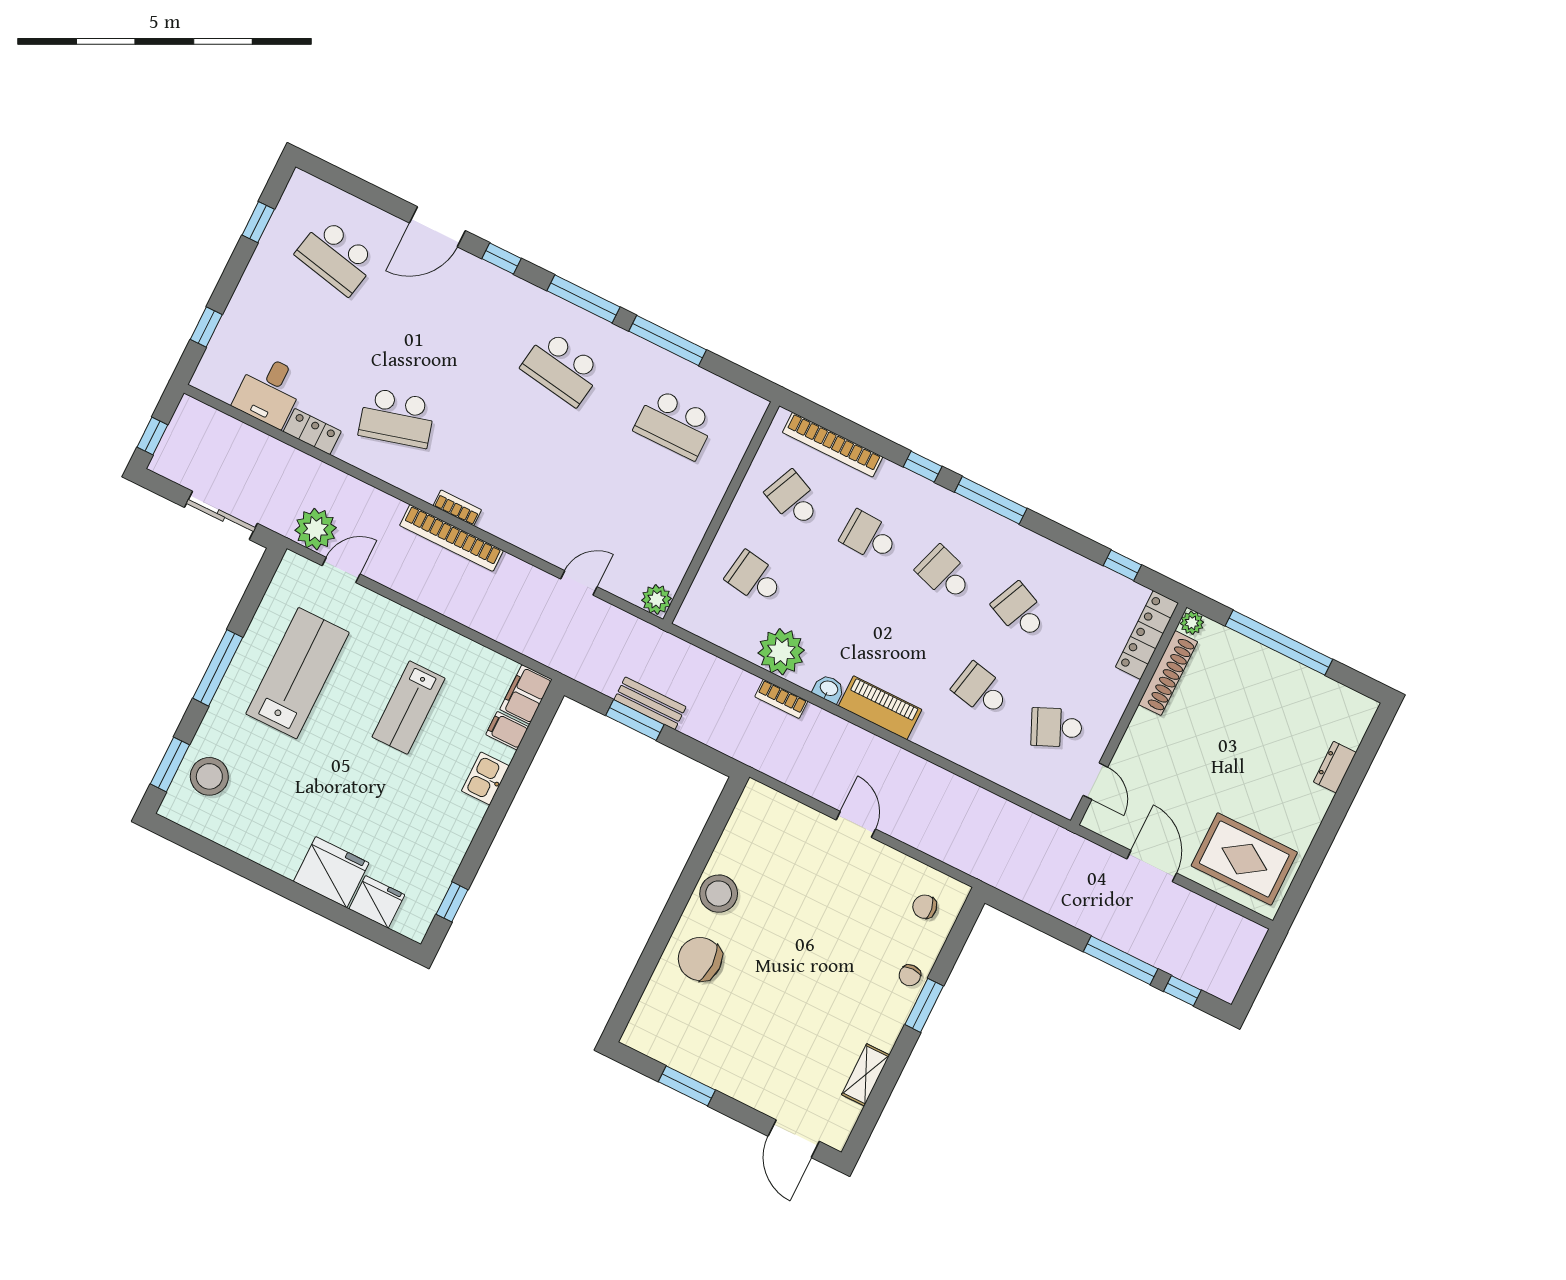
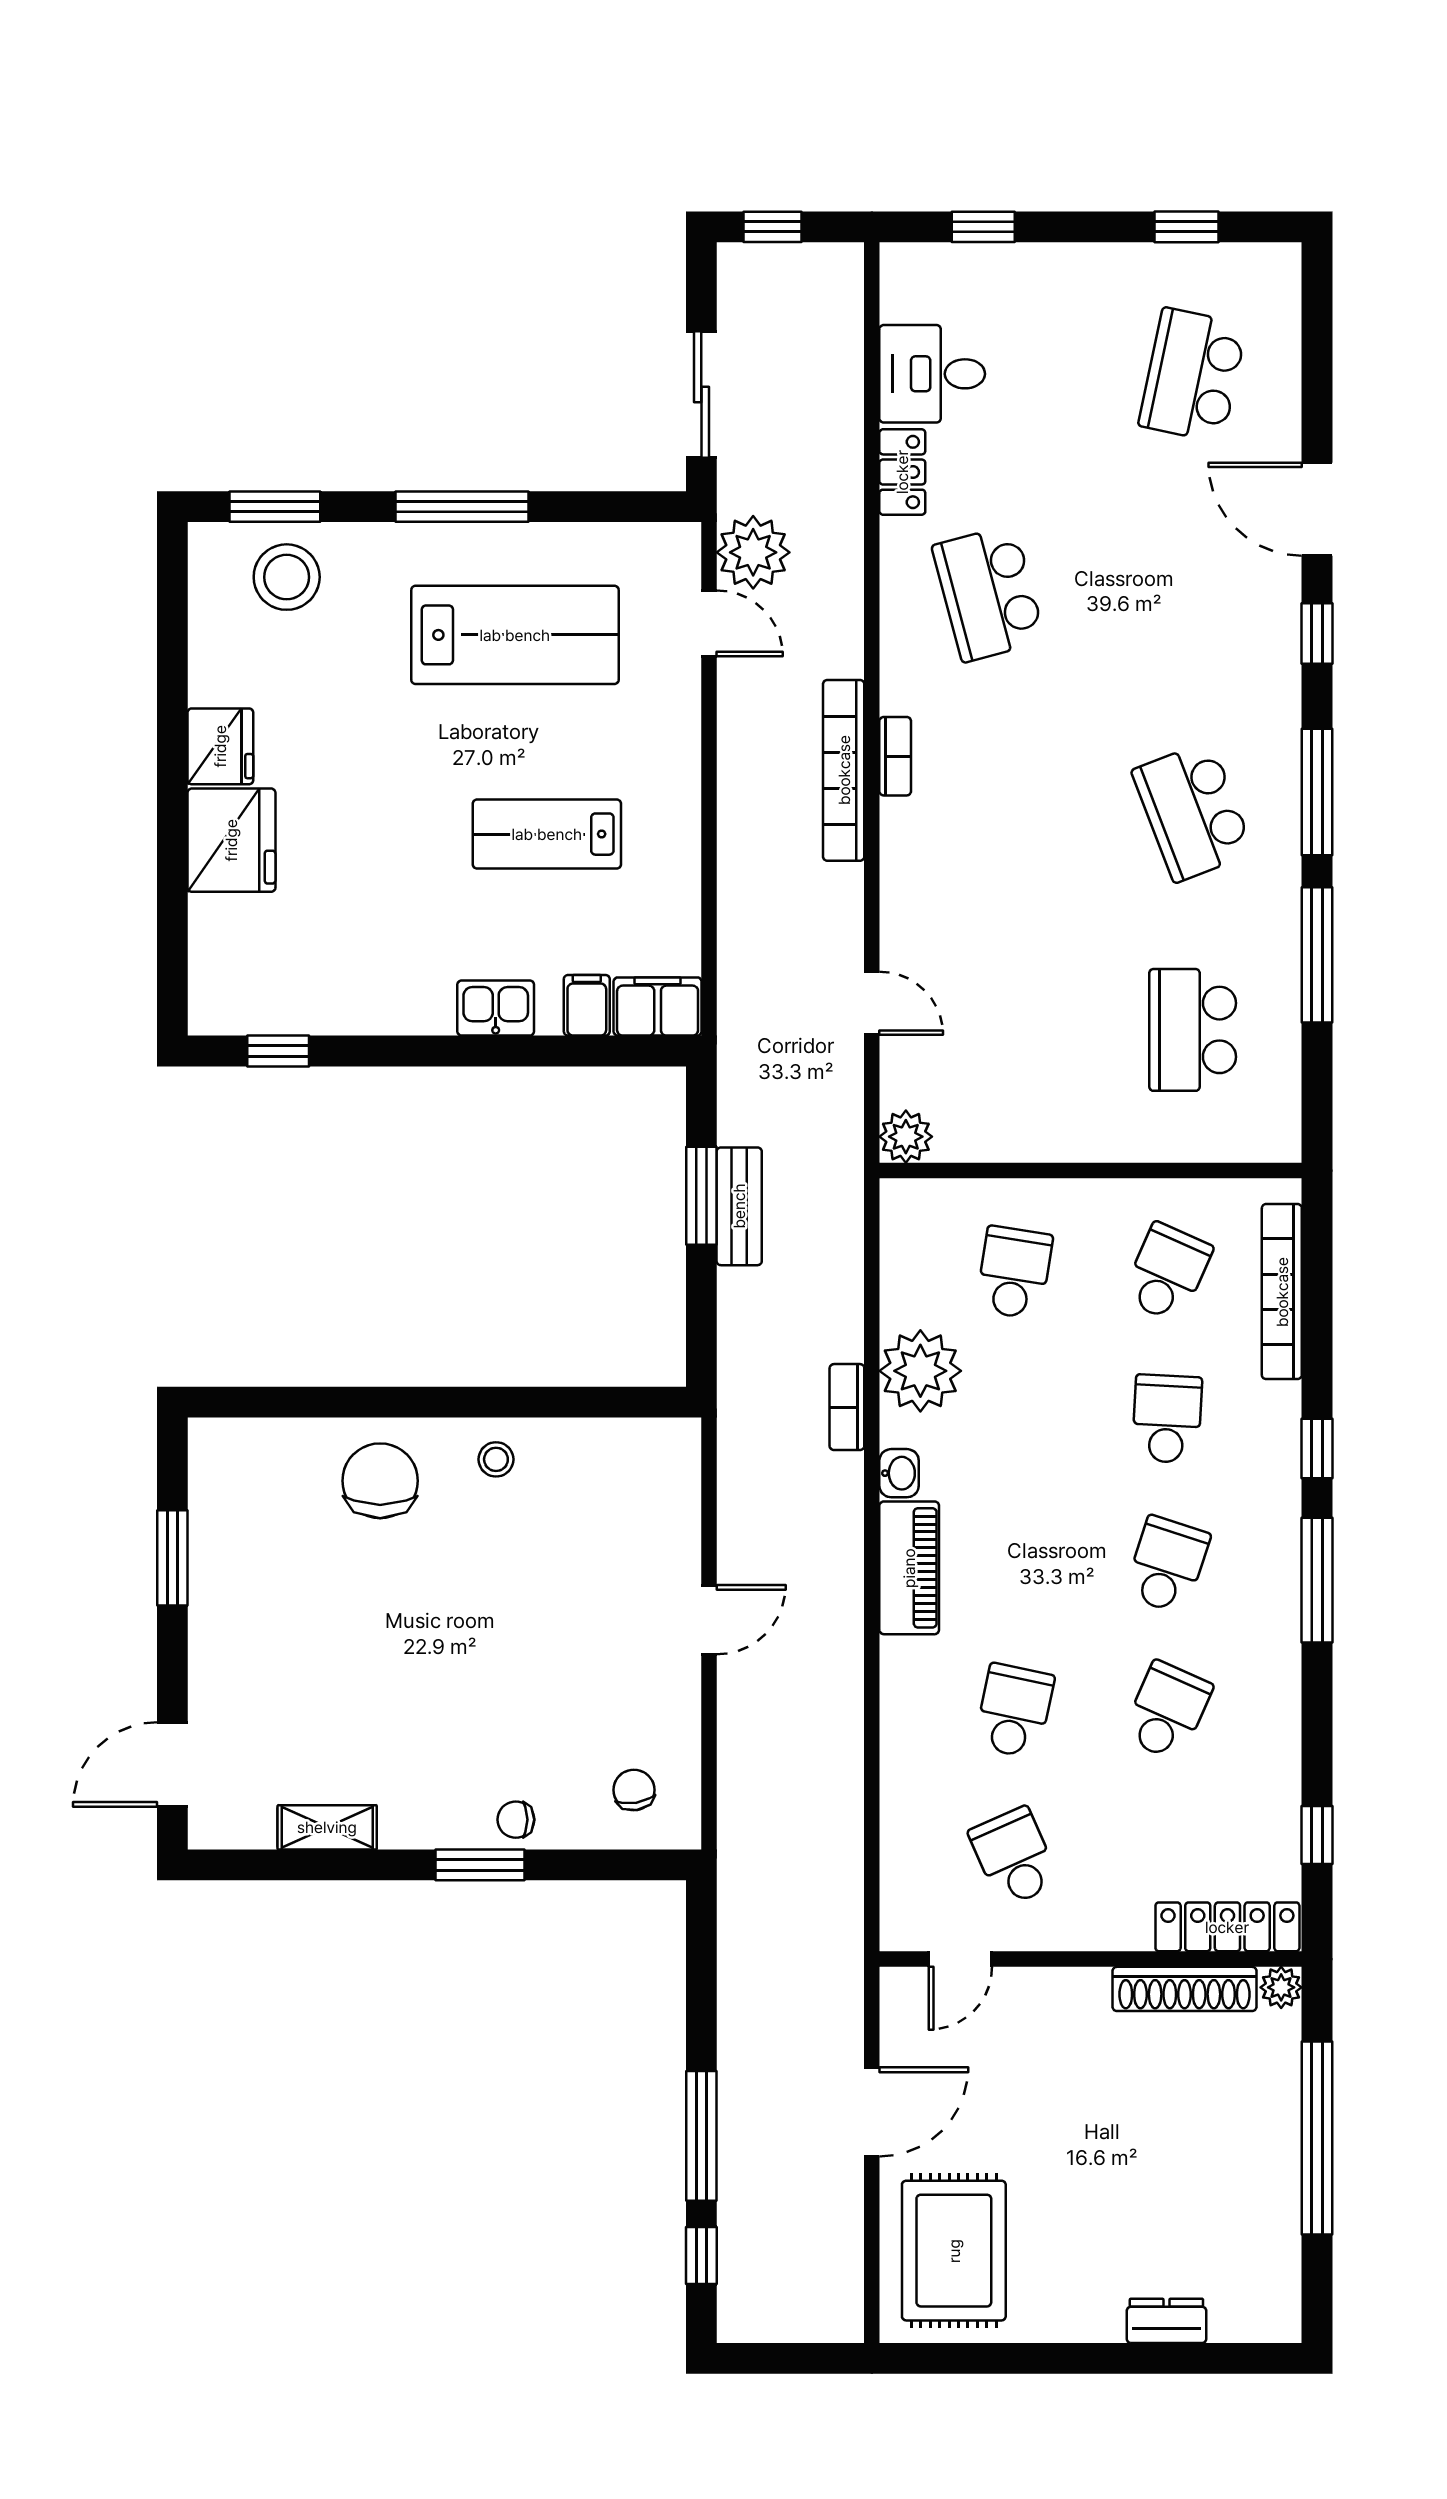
school desk: (562, 368) -> (1193, 812), turned -30
stool: (719, 894) -> (496, 1459), width x0.53, depth x0.53
fridge: (377, 902) -> (220, 746), moved

